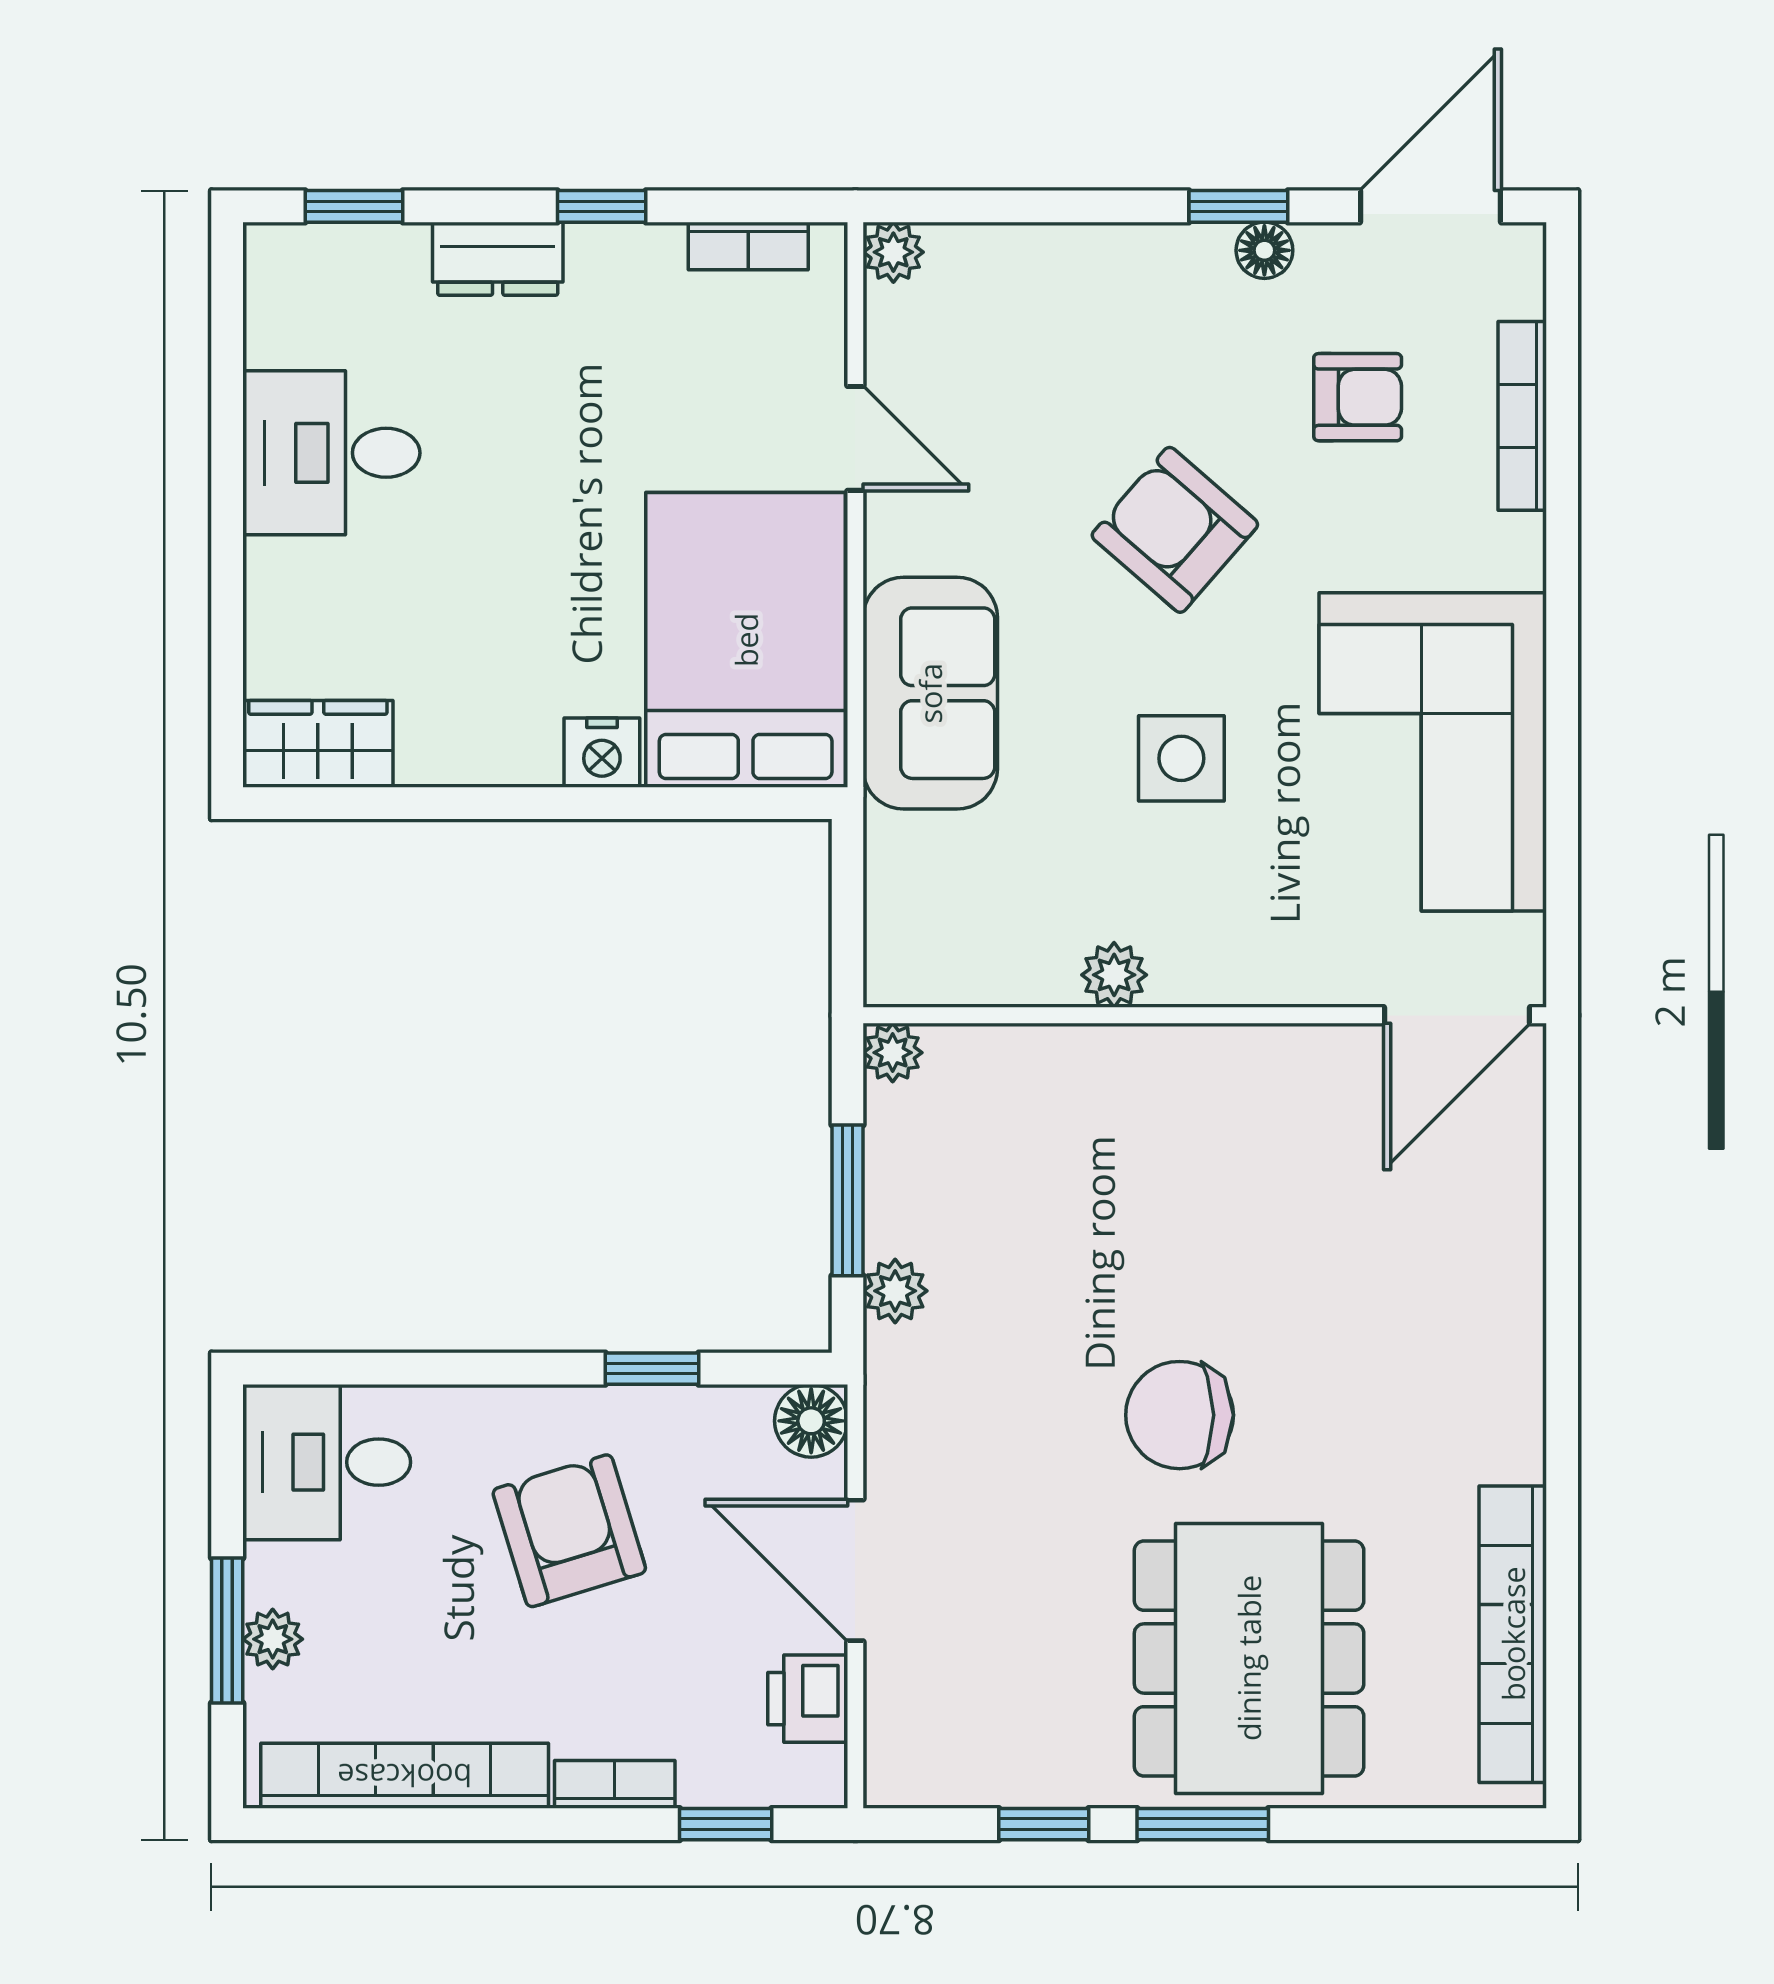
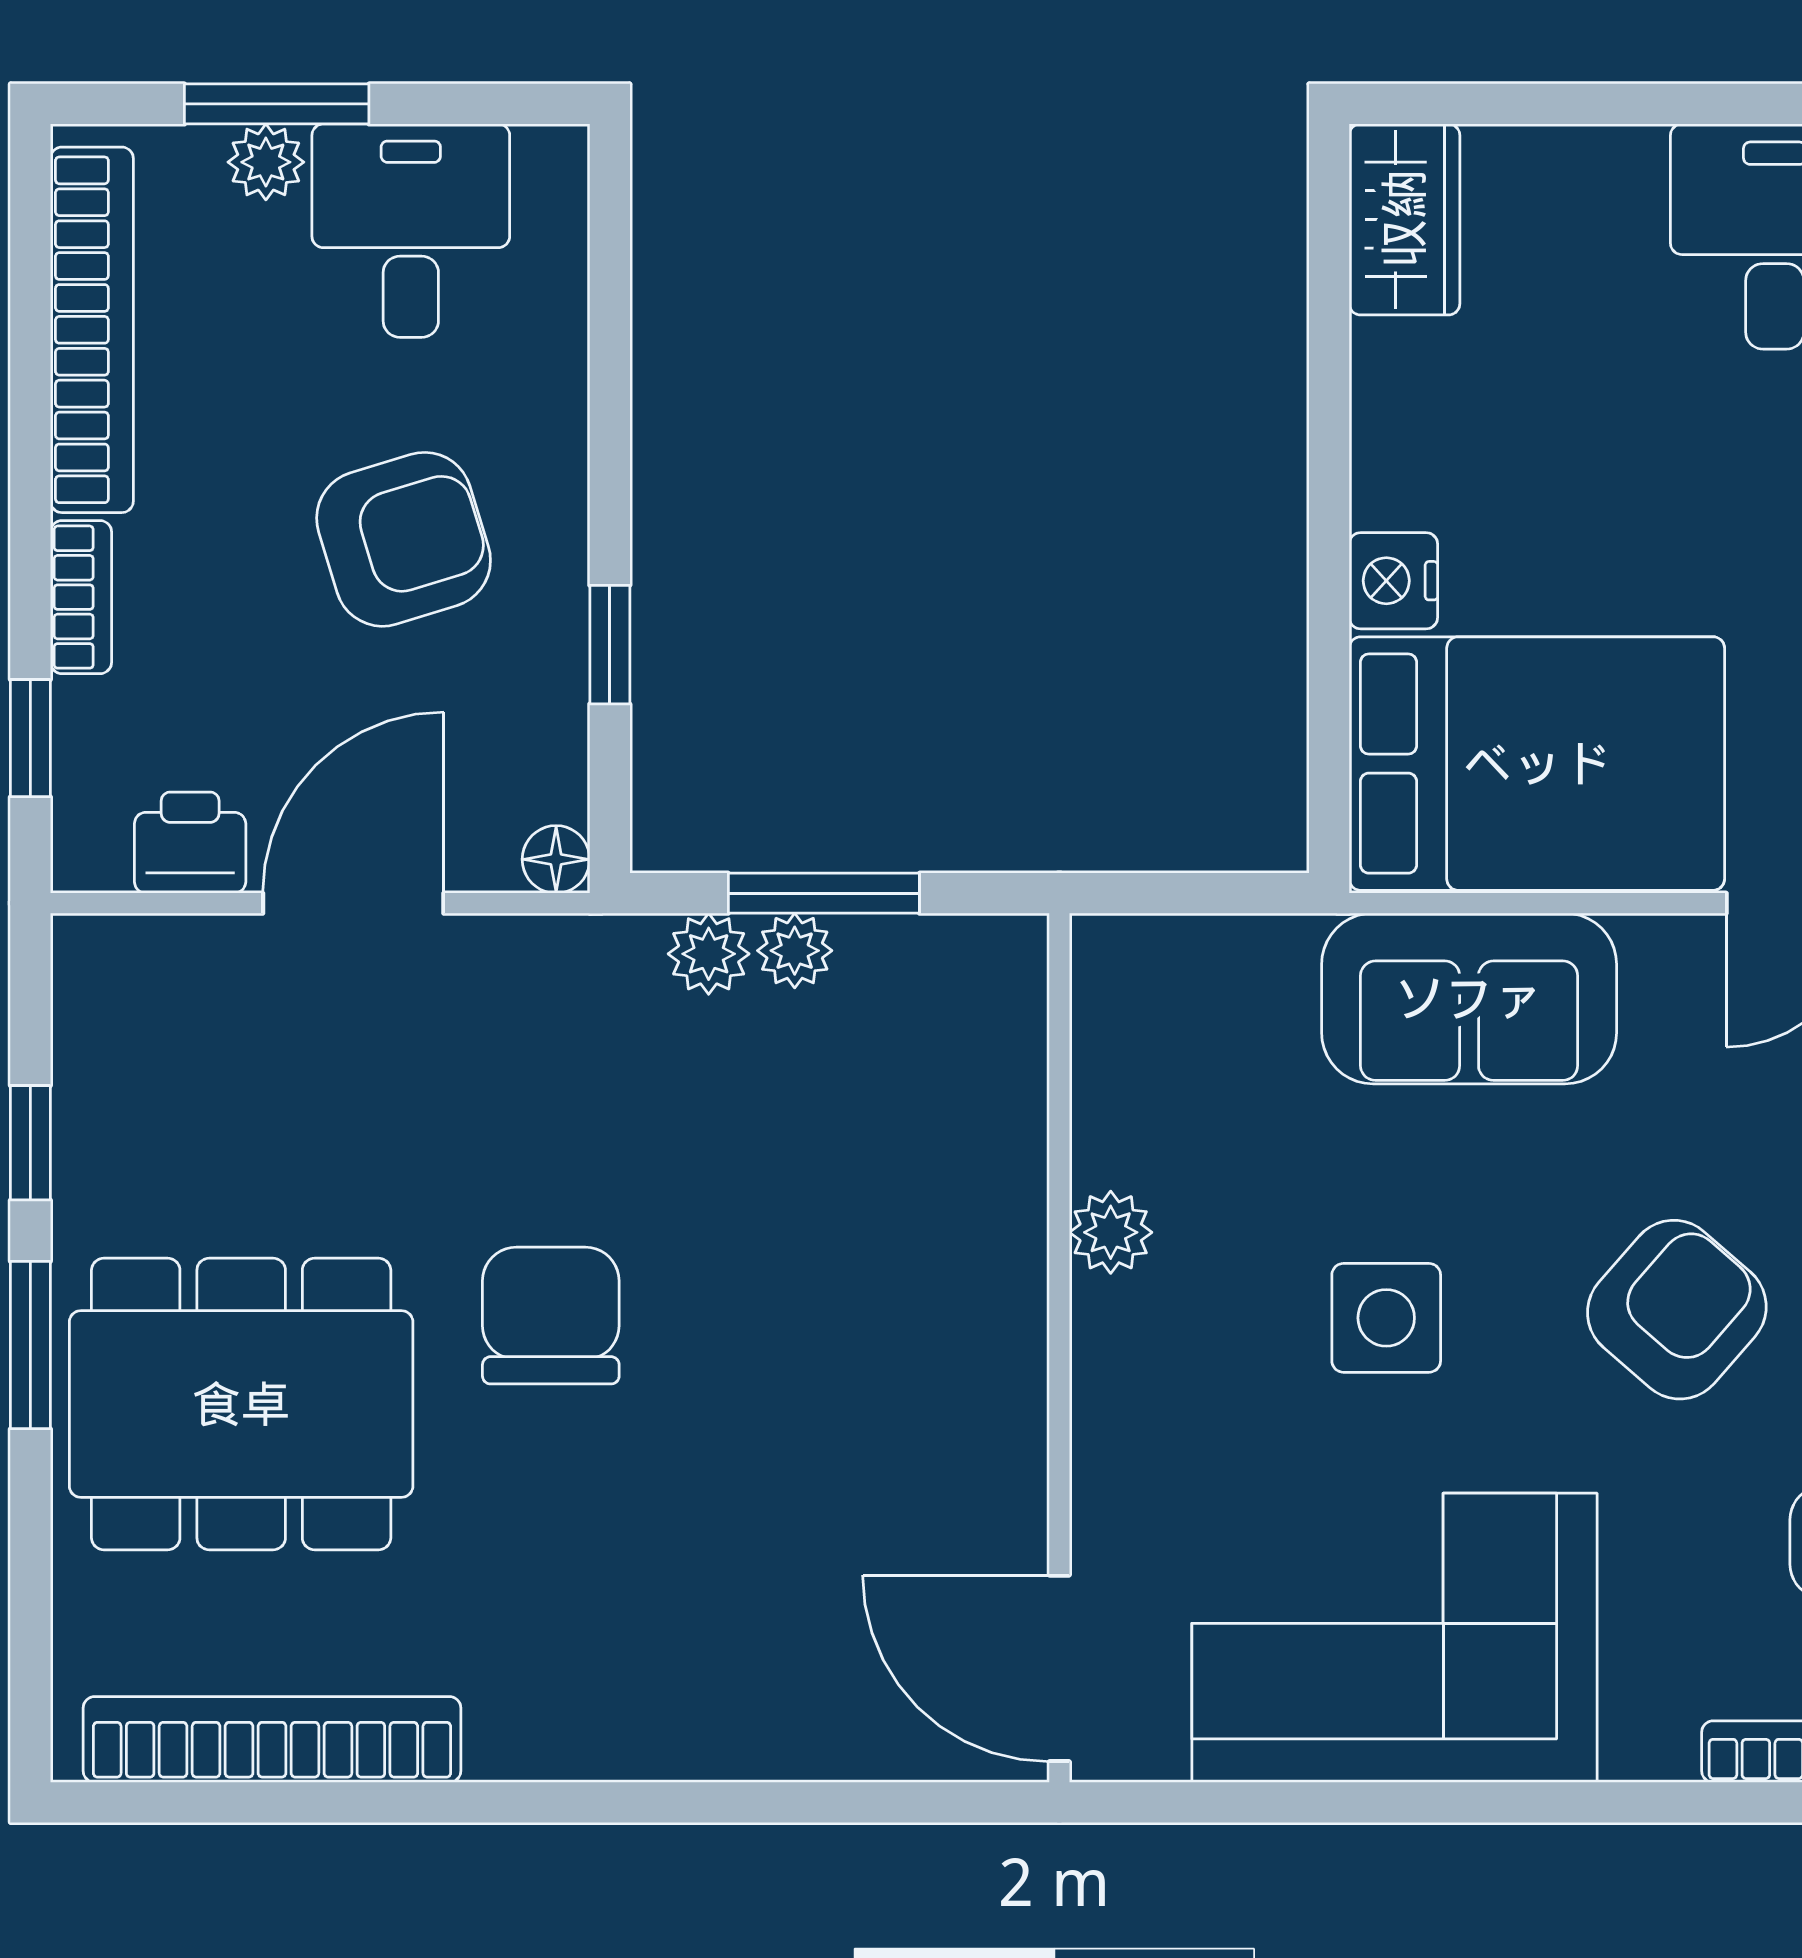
plant: (893, 1053) -> (795, 951), moved
floor lamp: (811, 1421) -> (556, 859), width x0.73, depth x0.73
desk: (327, 1462) -> (411, 231), moved

